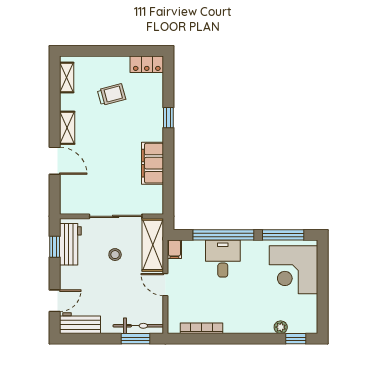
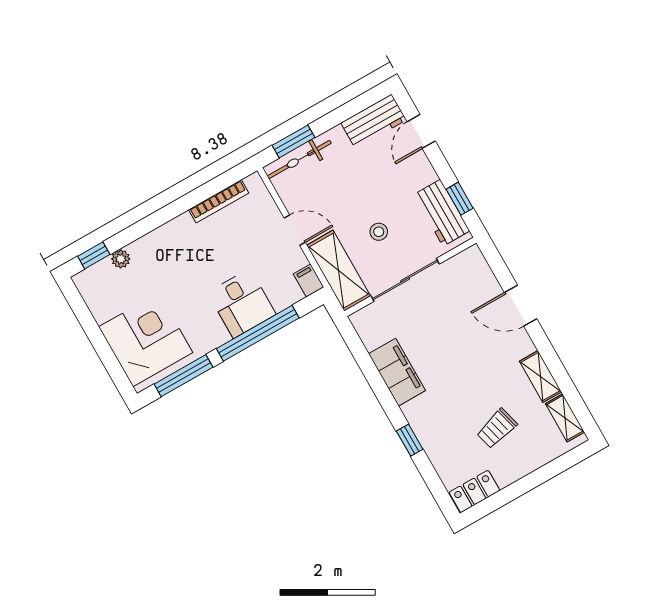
shelving: (67, 128) -> (540, 377), moved

